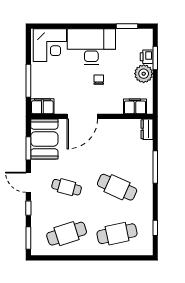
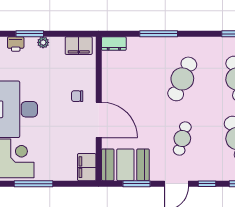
printer: (147, 57) -> (16, 44), moved
plant: (144, 74) -> (43, 42), width x0.53, depth x0.53
chair: (99, 80) -> (77, 96), moved
window: (28, 81) -> (33, 184), moved
filing cabinet: (135, 106) -> (79, 46), moved, turned -90

